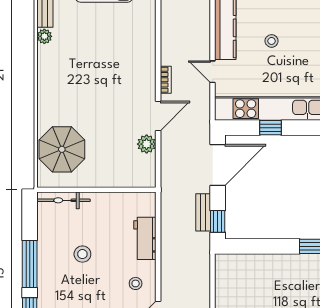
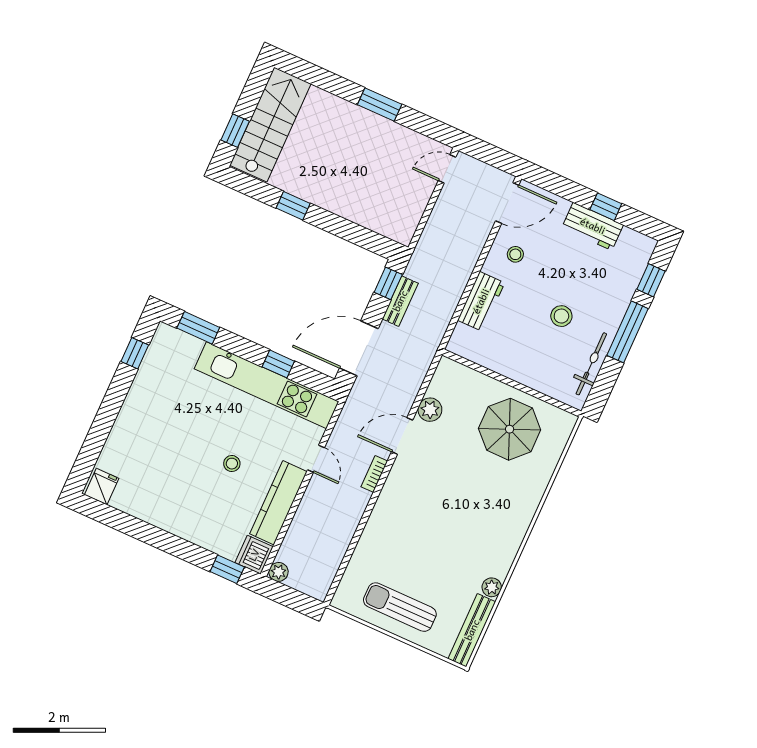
parasol: (62, 149) -> (510, 429), moved
bicycle: (64, 200) -> (591, 364), moved, turned -90

